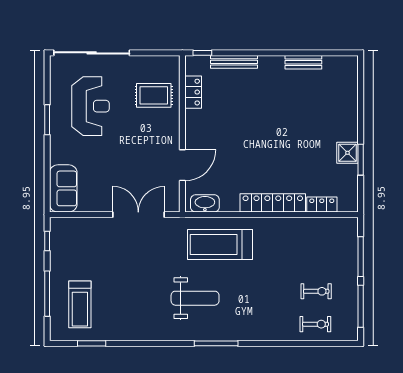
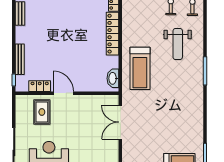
door: (182, 165) -> (63, 93), moved
weight bench: (195, 298) -> (178, 44), moved, turned 180

